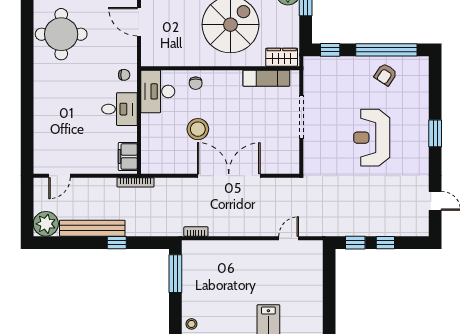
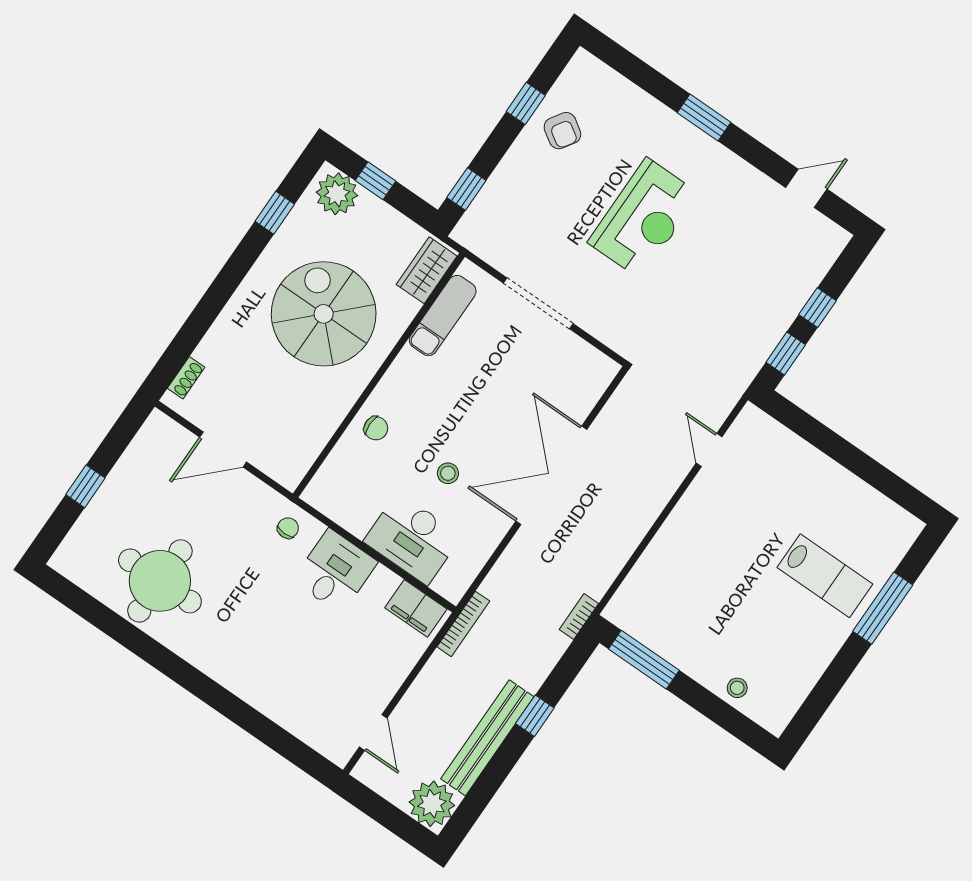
window: (386, 50) -> (526, 103), width x0.32
desk: (158, 91) -> (412, 539), moved
stool: (198, 129) -> (448, 473), width x0.53, depth x0.53
reception desk: (372, 138) -> (644, 218), turned -90
bookcase: (196, 232) -> (579, 616), moved

